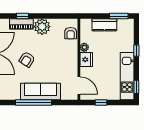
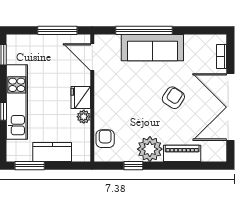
window: (23, 16) -> (133, 166), moved
kitchen unit: (127, 76) -> (17, 102), moved
window: (34, 102) -> (144, 30), moved
window: (101, 102) -> (57, 30), width x2.17

